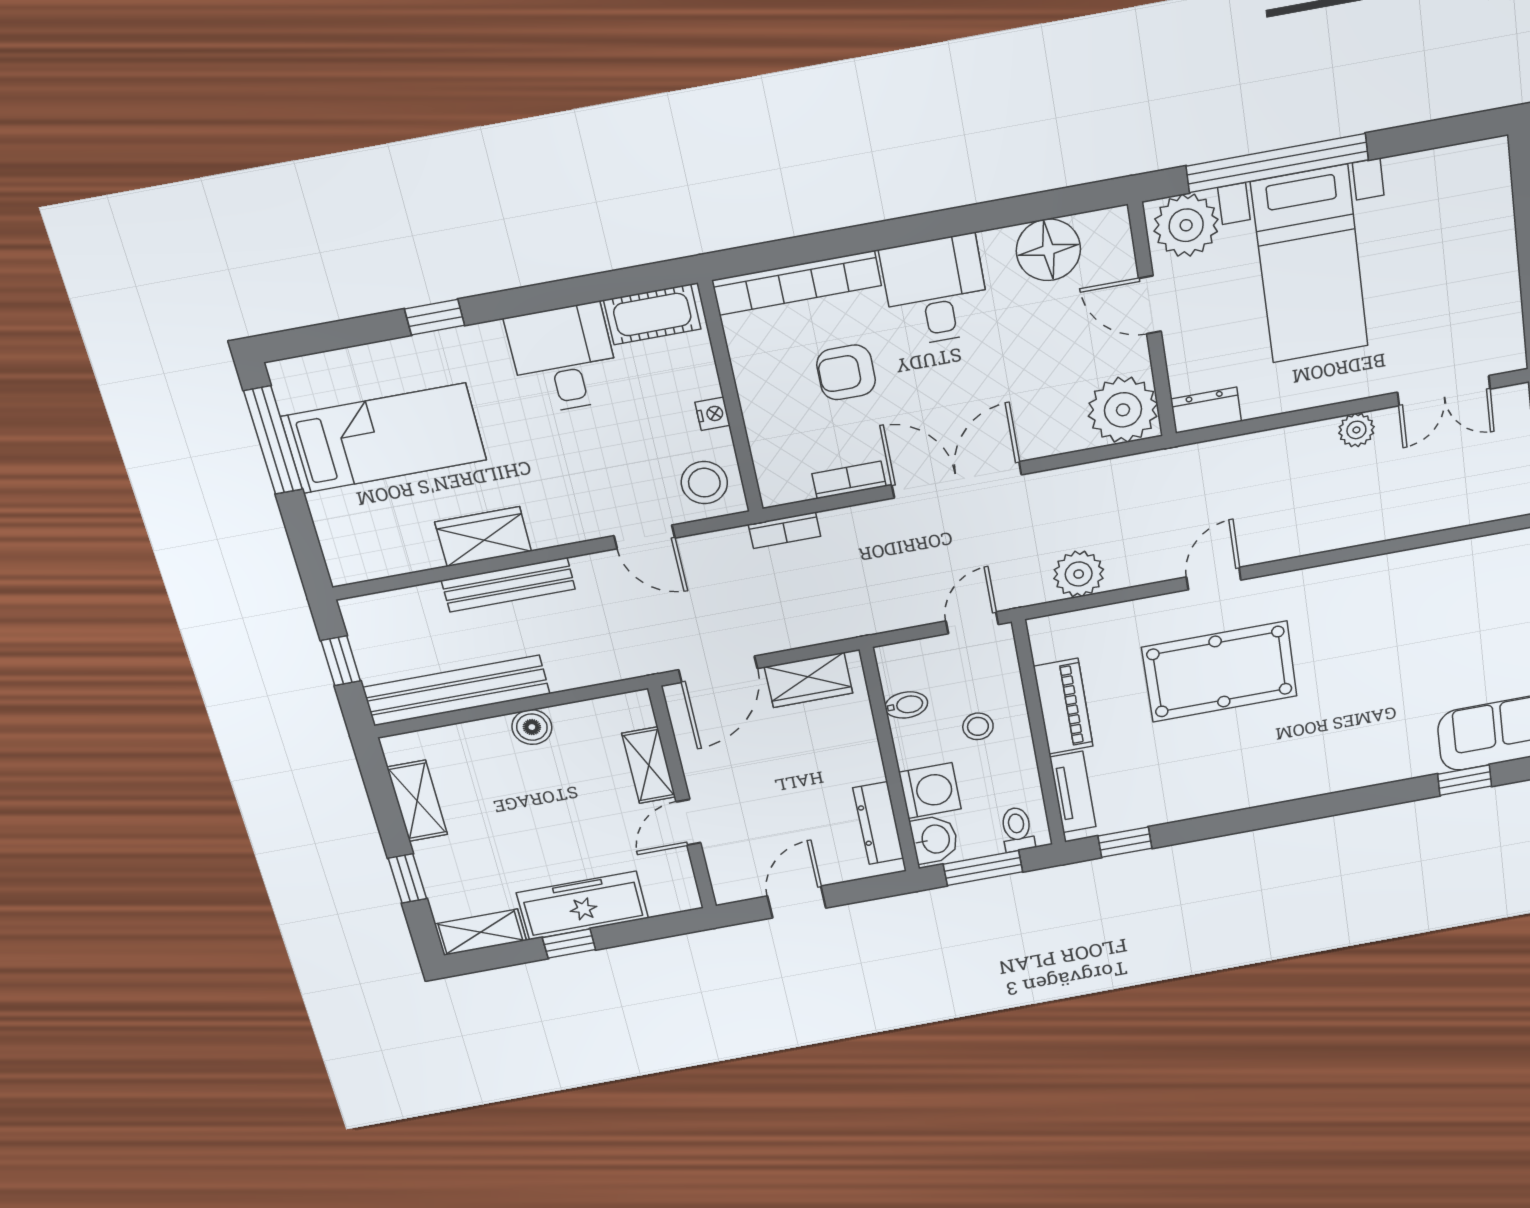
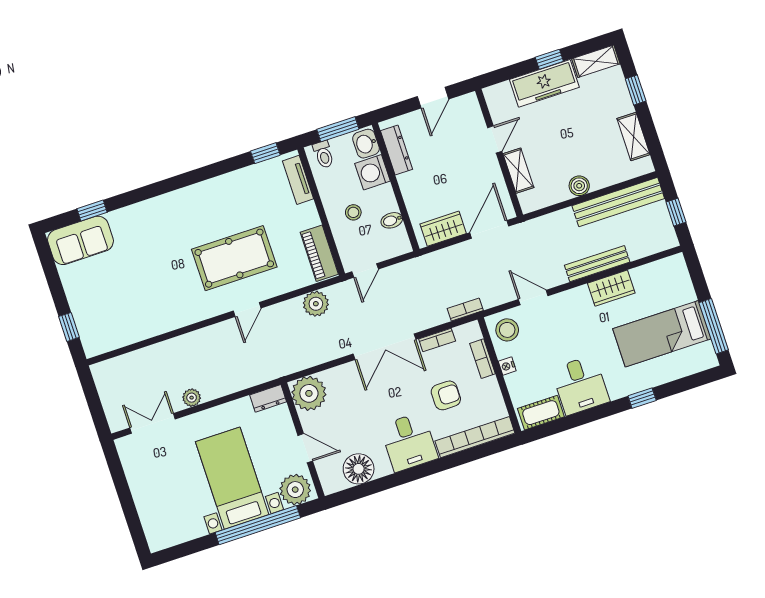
bookcase: (761, 434) -> (482, 359), added
piano: (1063, 706) -> (319, 253), moved

